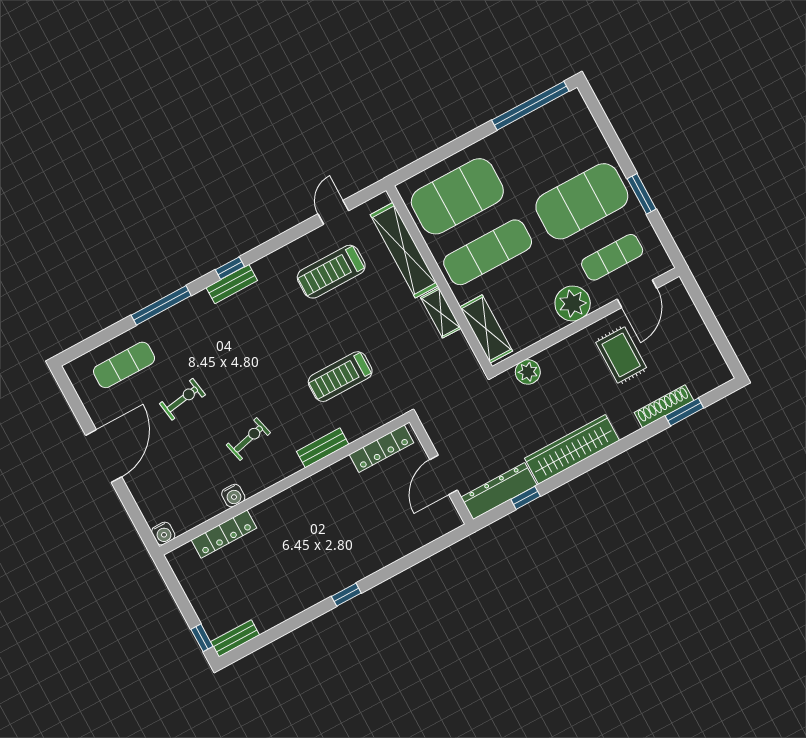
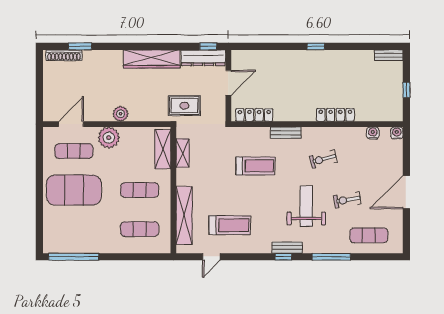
window: (642, 194) -> (39, 177), removed
exercise mat: (457, 196) -> (140, 229), width x0.50, depth x0.69
exercise mat: (488, 252) -> (140, 190), width x0.73, depth x0.69
shelving: (441, 313) -> (183, 153), moved
rug: (621, 355) -> (184, 106), moved, turned 90
weight bench: (236, 358) -> (306, 206), added
plant: (528, 372) -> (121, 114), moved
shoe rack: (664, 406) -> (64, 55), moved
water cooler: (233, 496) -> (373, 133), moved
window: (526, 498) -> (208, 46), moved
locker: (224, 534) -> (335, 115), moved
window: (202, 638) -> (406, 90), moved

